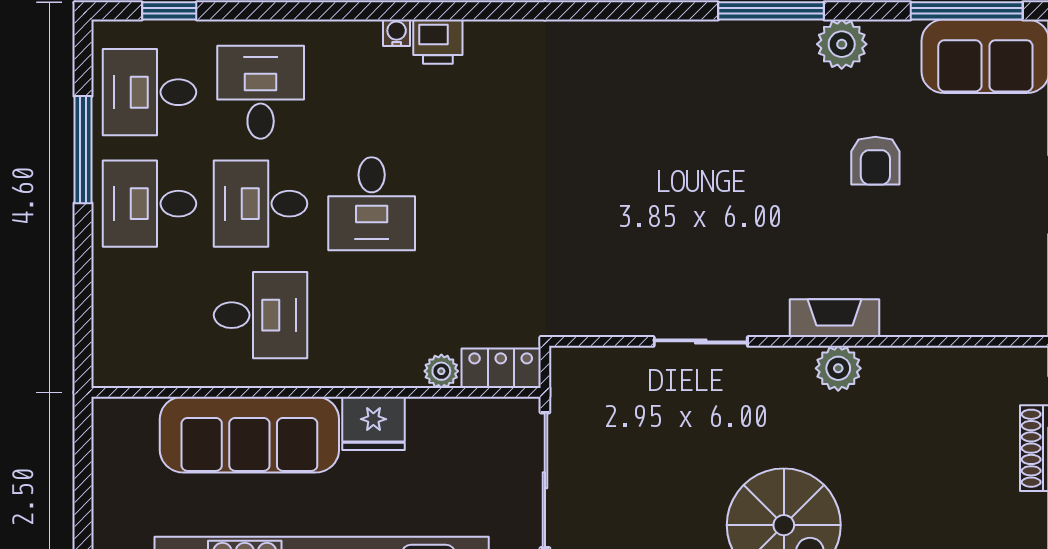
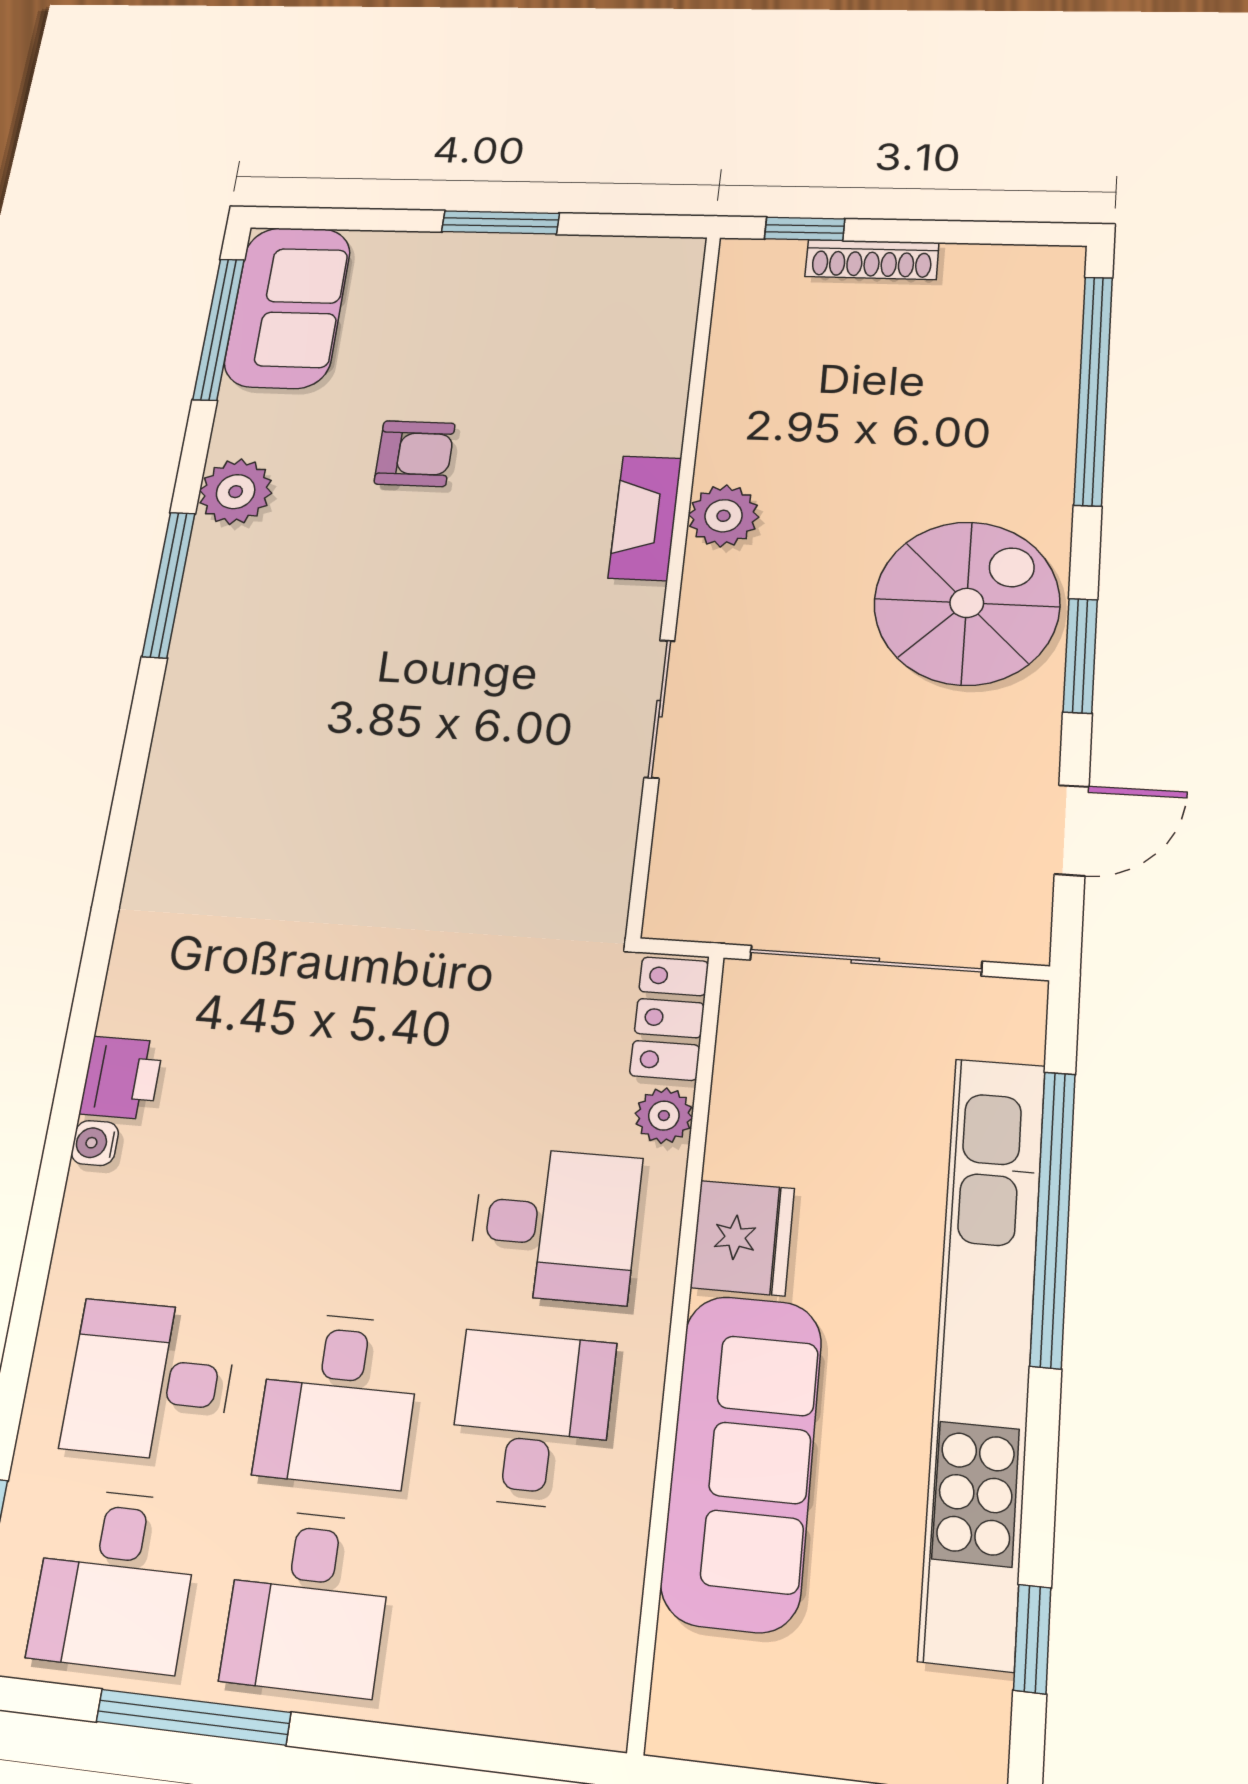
desk: (372, 204) -> (555, 1225), moved

